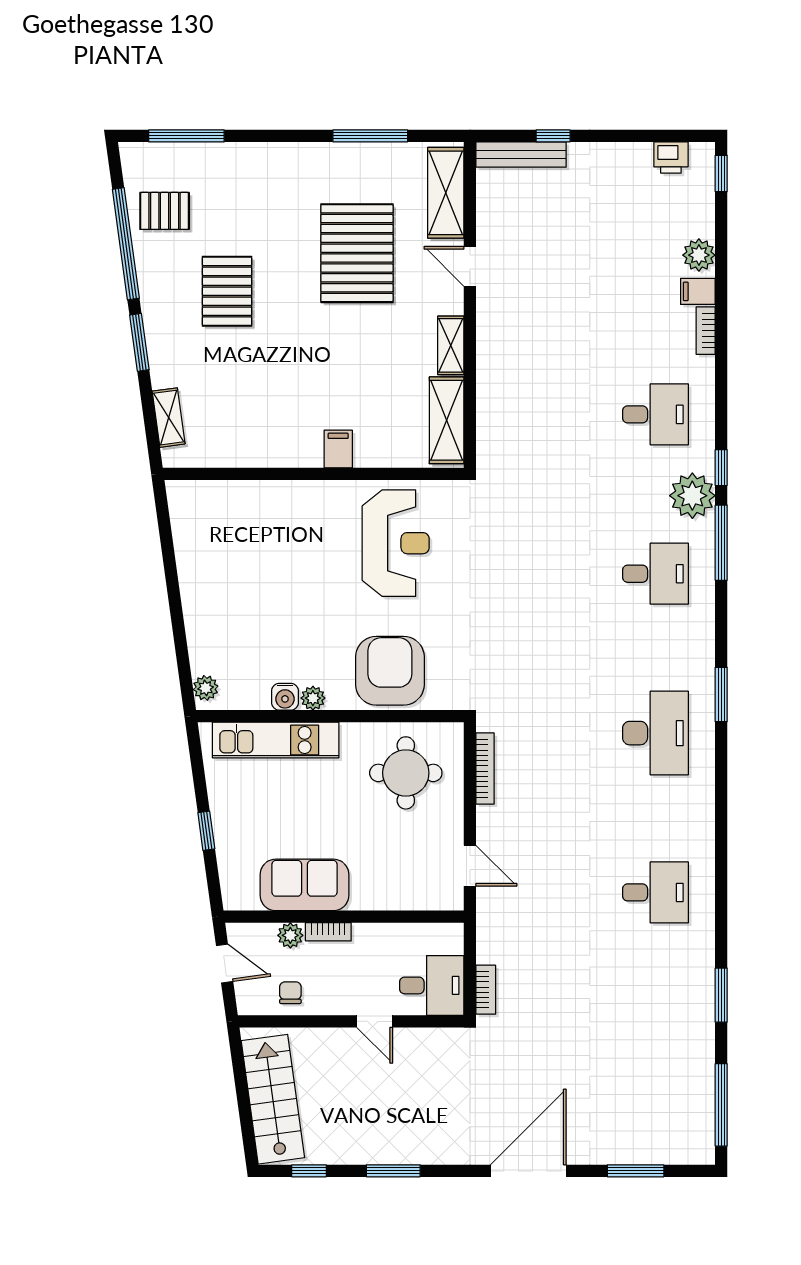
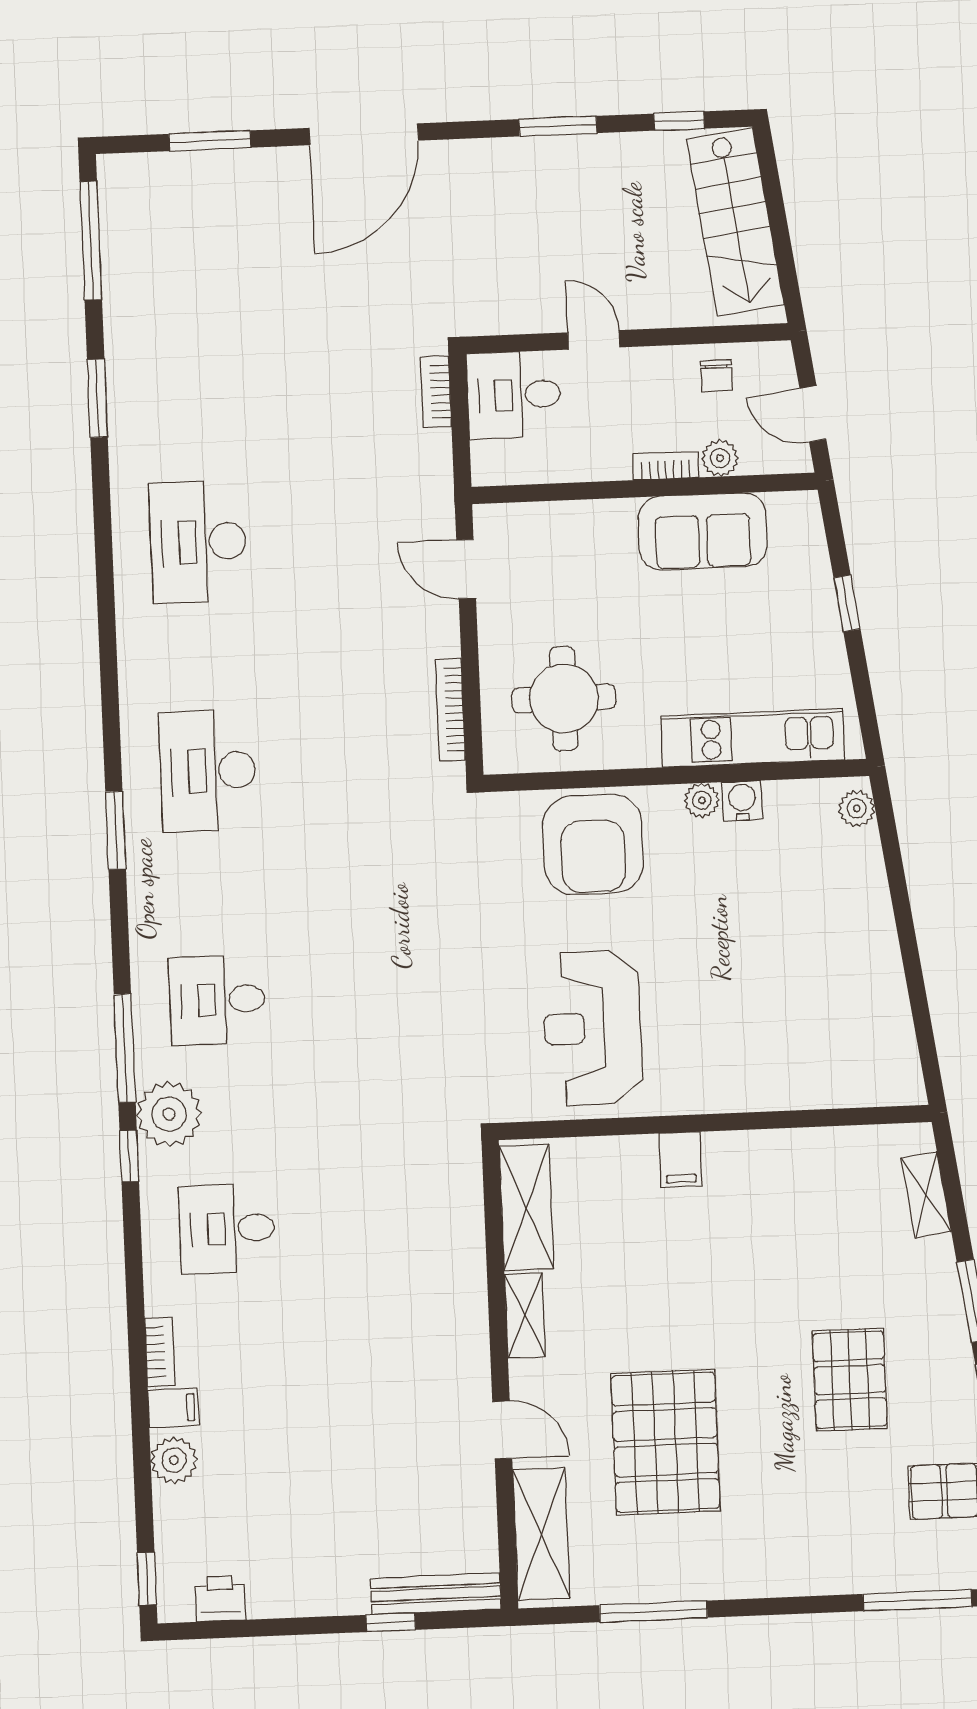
desk: (655, 892) -> (198, 542), width x1.37

